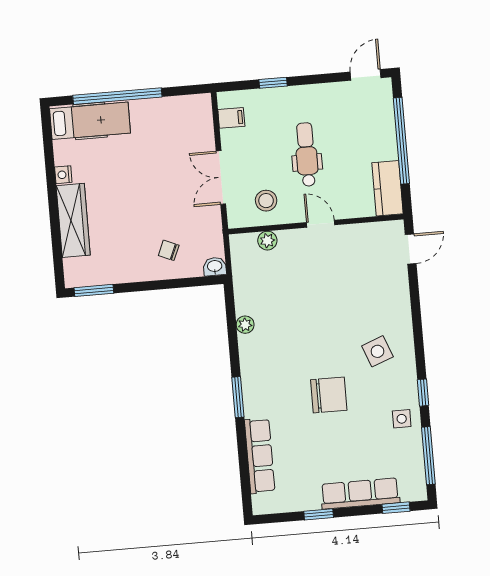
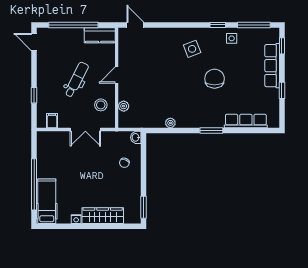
dental chair: (307, 155) -> (77, 80), turned 117

